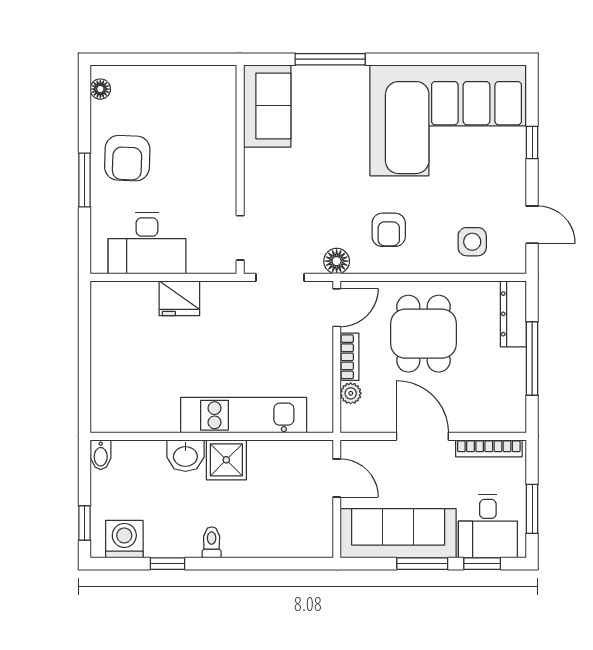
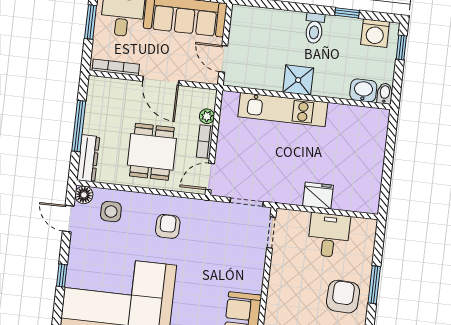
desk: (147, 243) -> (329, 235), width x0.73
floor lamp: (337, 261) -> (84, 195), moved
washbasin: (185, 456) -> (363, 90), moved
toilet: (212, 542) -> (314, 28), width x1.37, depth x1.39

